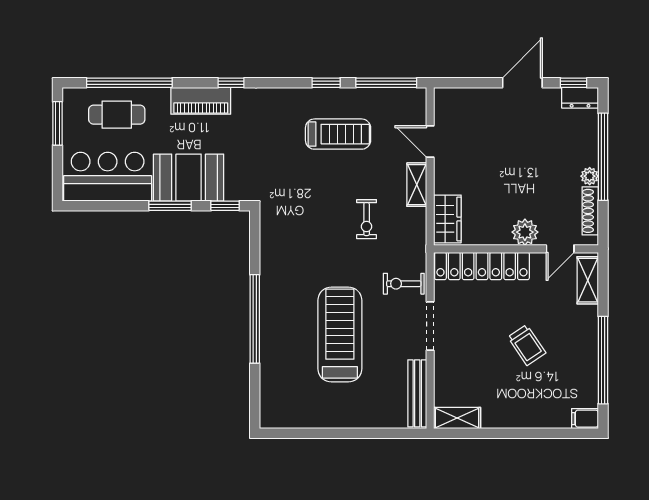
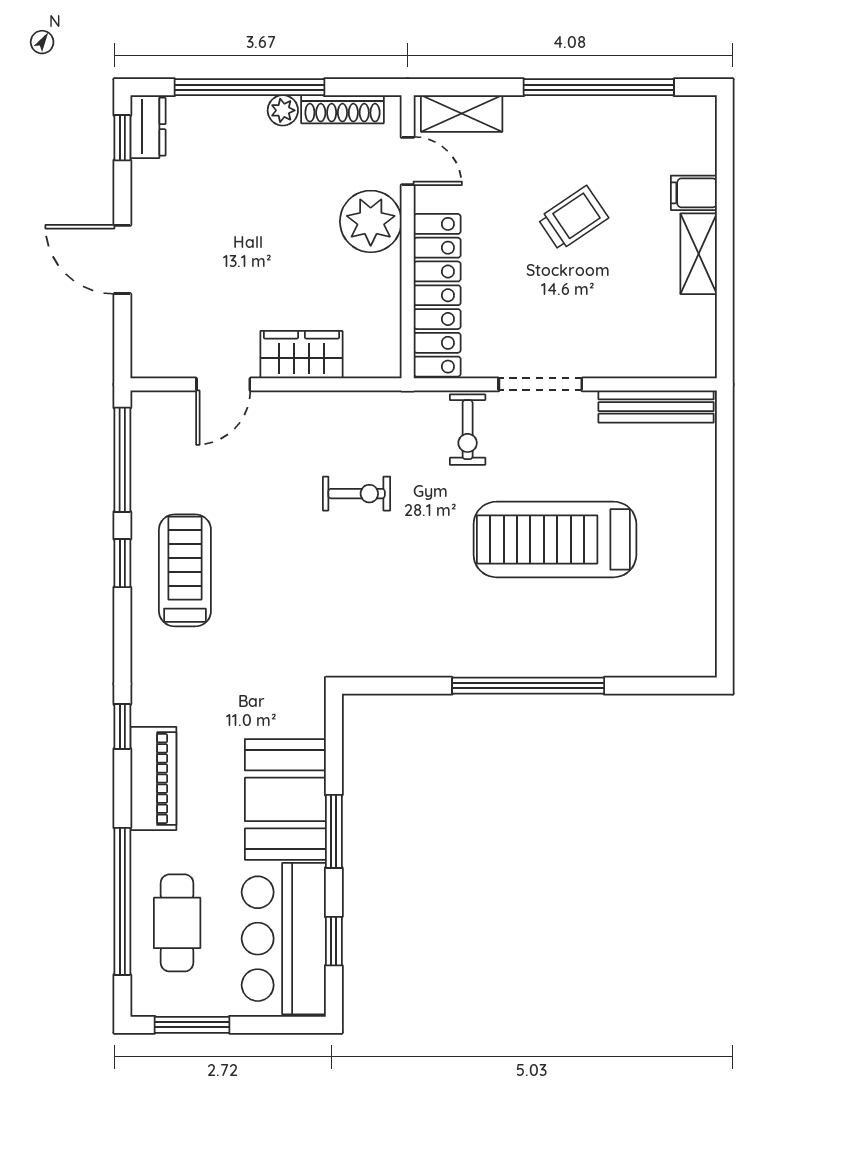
door: (522, 83) -> (122, 259), moved
treadmill: (338, 134) -> (185, 570), moved
shelving: (417, 185) -> (297, 407), removed
window: (225, 206) -> (334, 941), moved
wardrobe: (447, 219) -> (302, 355), moved
plant: (525, 232) -> (371, 221), width x1.36, depth x1.36
shelving: (457, 418) -> (699, 254), moved
filing cabinet: (585, 419) -> (694, 193), moved, turned 90

